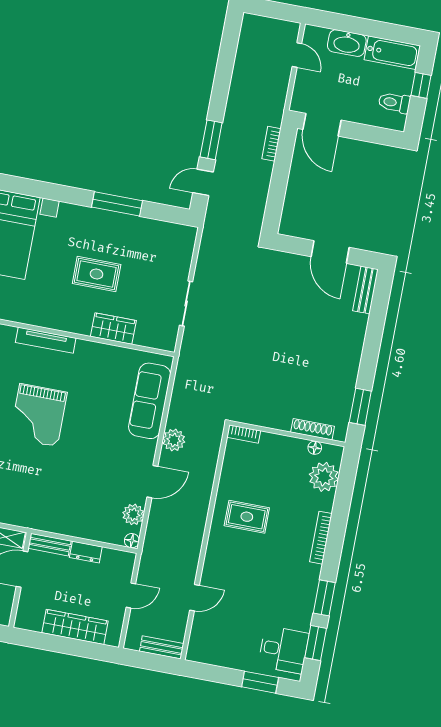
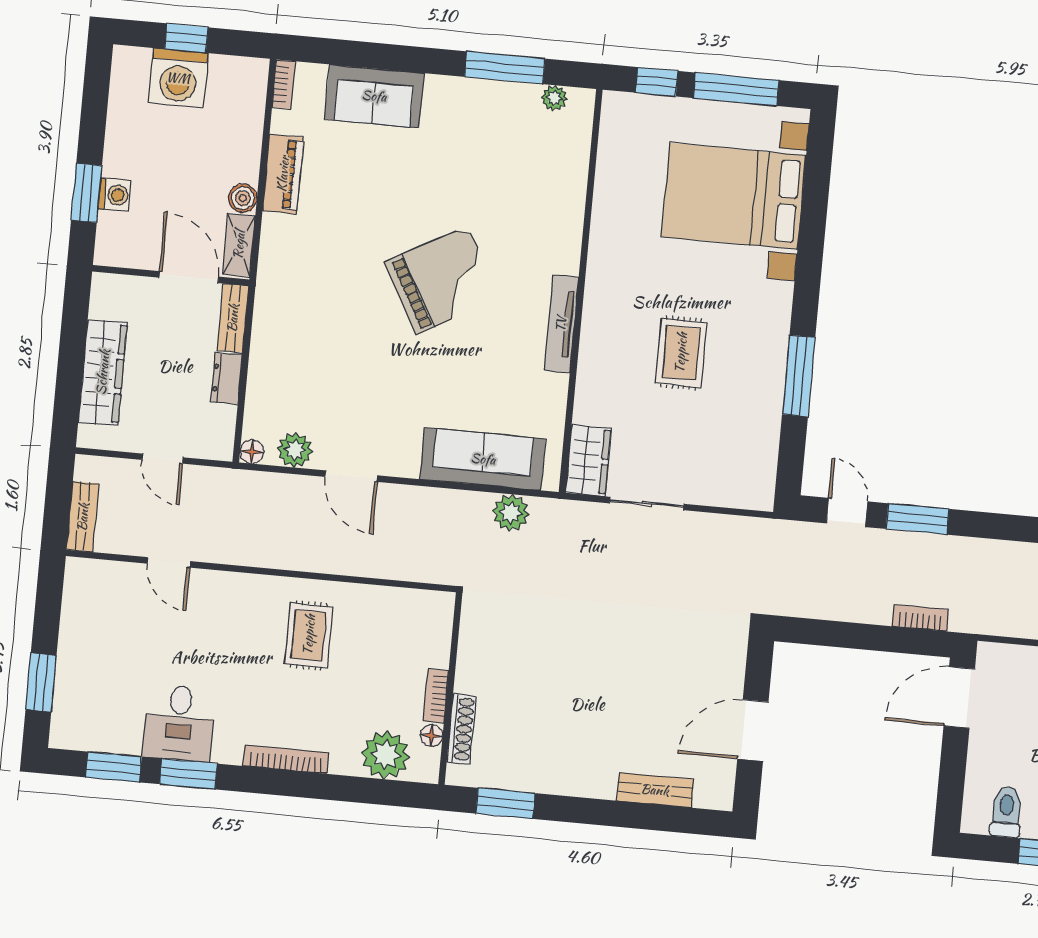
bench: (365, 290) -> (655, 790), moved
wardrobe: (113, 329) -> (588, 460), moved
tv unit: (46, 340) -> (561, 324), moved
grand piano: (38, 415) -> (442, 280), turned 151
bookcase: (244, 434) -> (436, 696), moved
plant: (174, 440) -> (511, 513), moved
desk: (283, 650) -> (179, 723), moved

